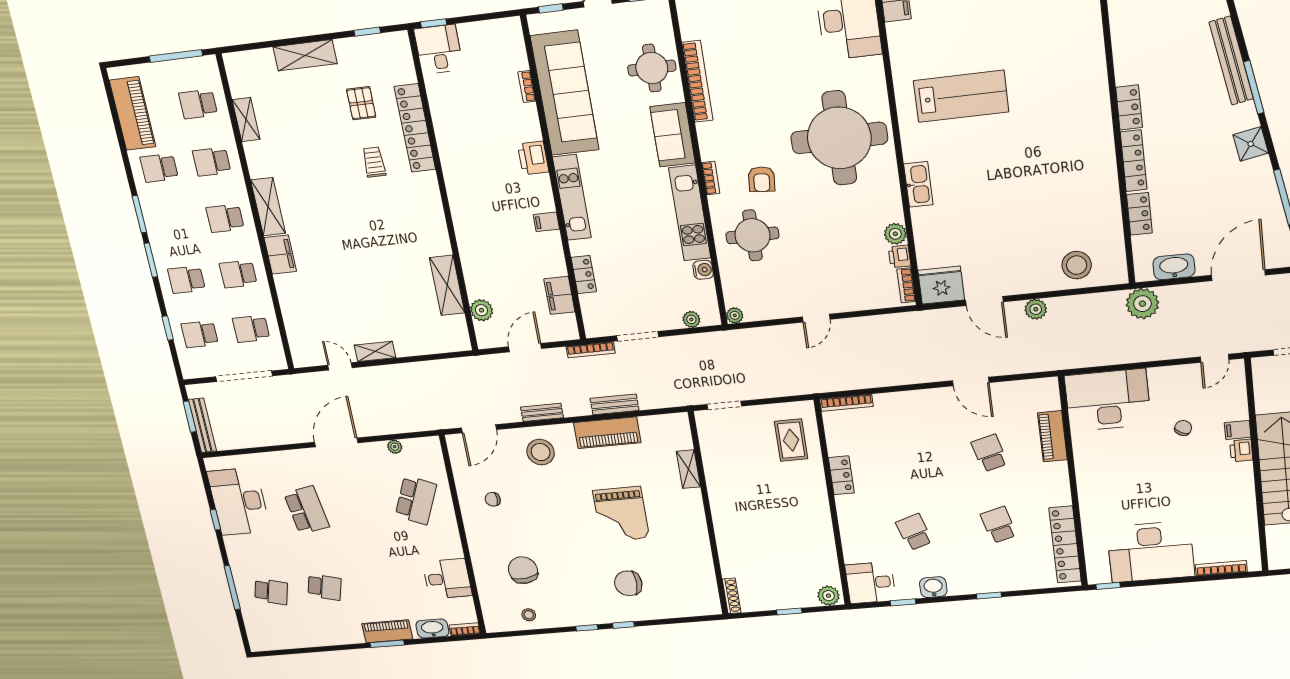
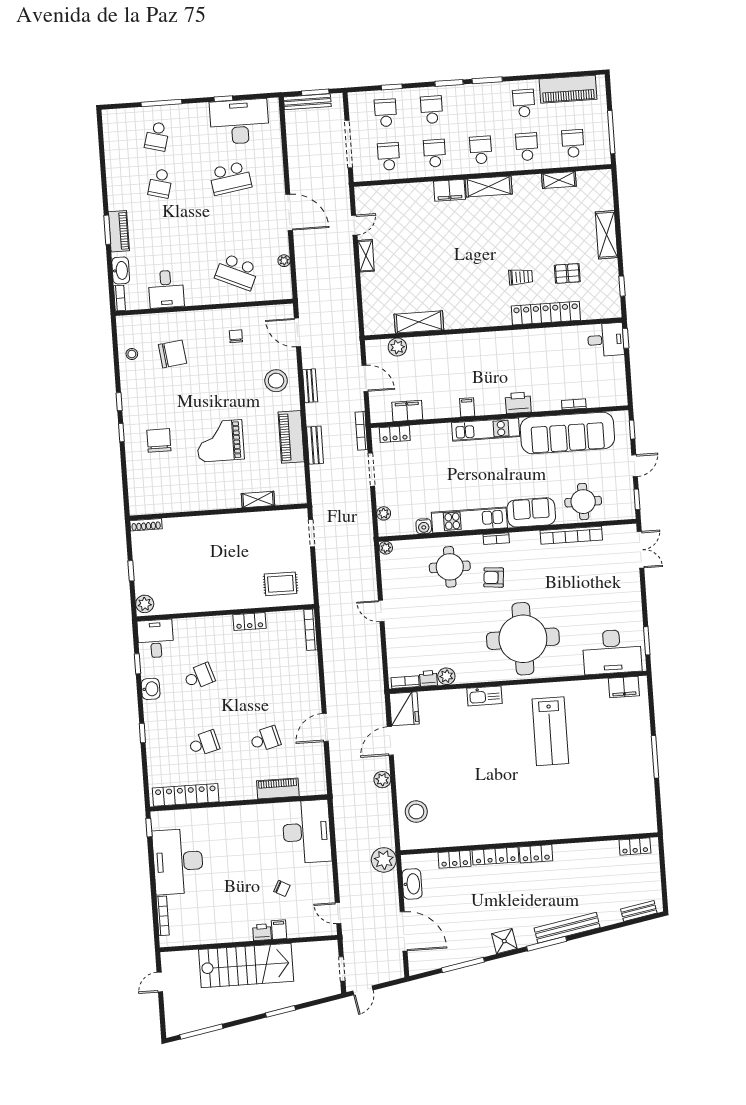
locker: (584, 274) -> (395, 434), moved

